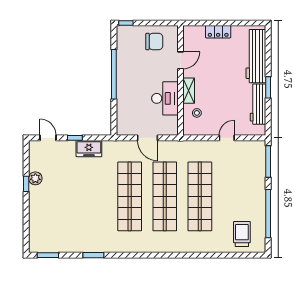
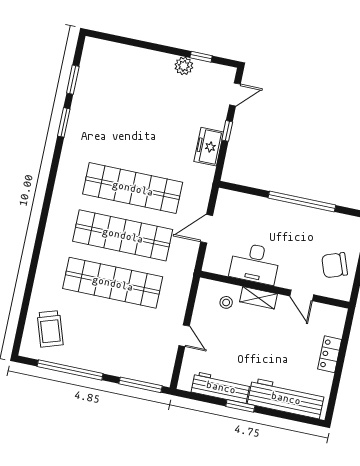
chair: (154, 42) -> (335, 265), turned 70
window: (26, 184) -> (201, 57), moved
trolley: (242, 234) -> (50, 329), turned 72
window: (48, 255) -> (73, 80), moved

